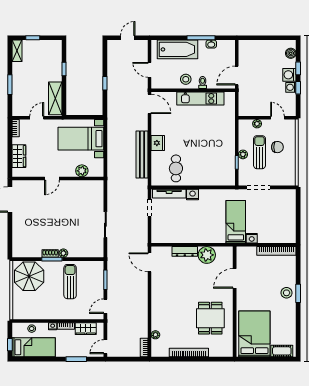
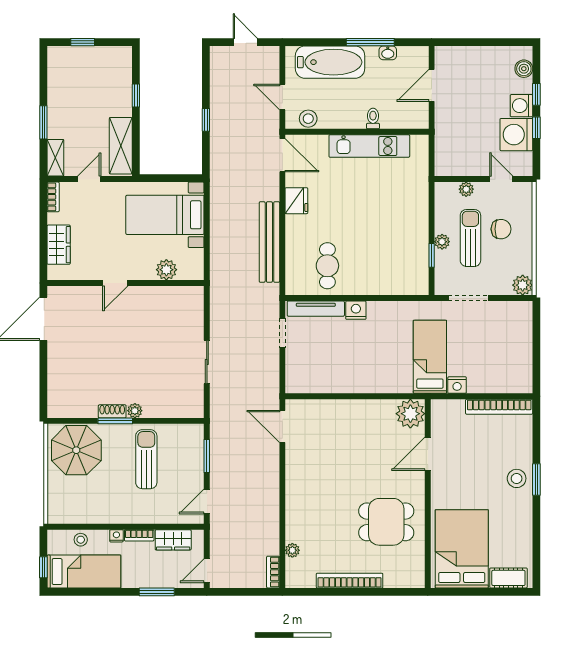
door: (128, 38) -> (245, 42), hinge flipped
shelving: (17, 51) -> (55, 158), moved
door: (237, 75) -> (432, 85), moved
stool: (186, 79) -> (308, 119), moved
washing machine: (291, 87) -> (516, 135), width x1.89, depth x1.89
fridge: (158, 143) -> (296, 201), moved
plant: (290, 180) -> (523, 285), added
dresser: (185, 251) -> (343, 408), removed
plant: (207, 255) -> (410, 414), moved
dining table: (210, 318) -> (386, 522), turned 90

